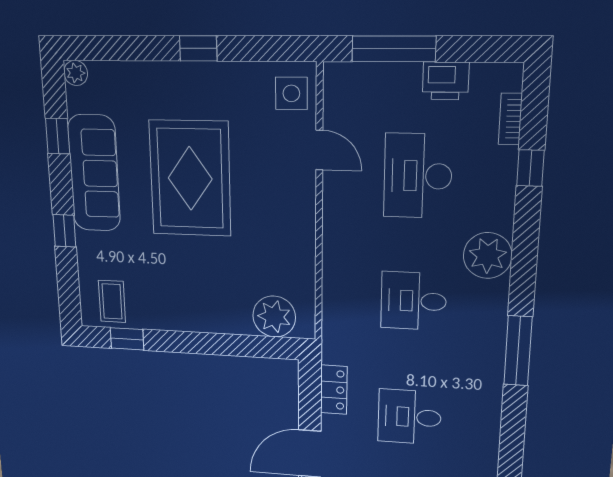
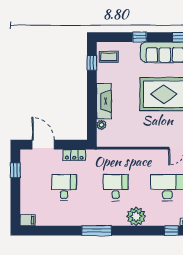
fireplace: (210, 317) -> (104, 101), added
plant: (274, 317) -> (101, 125), width x0.53, depth x0.53

